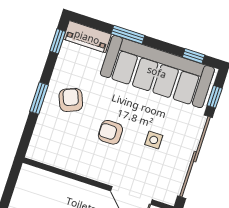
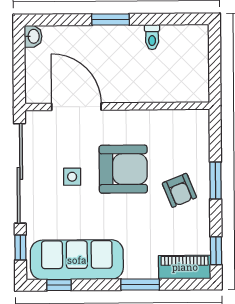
sofa: (157, 72) -> (77, 260), width x0.74, depth x0.79
armchair: (110, 132) -> (123, 169), width x1.88, depth x1.88

